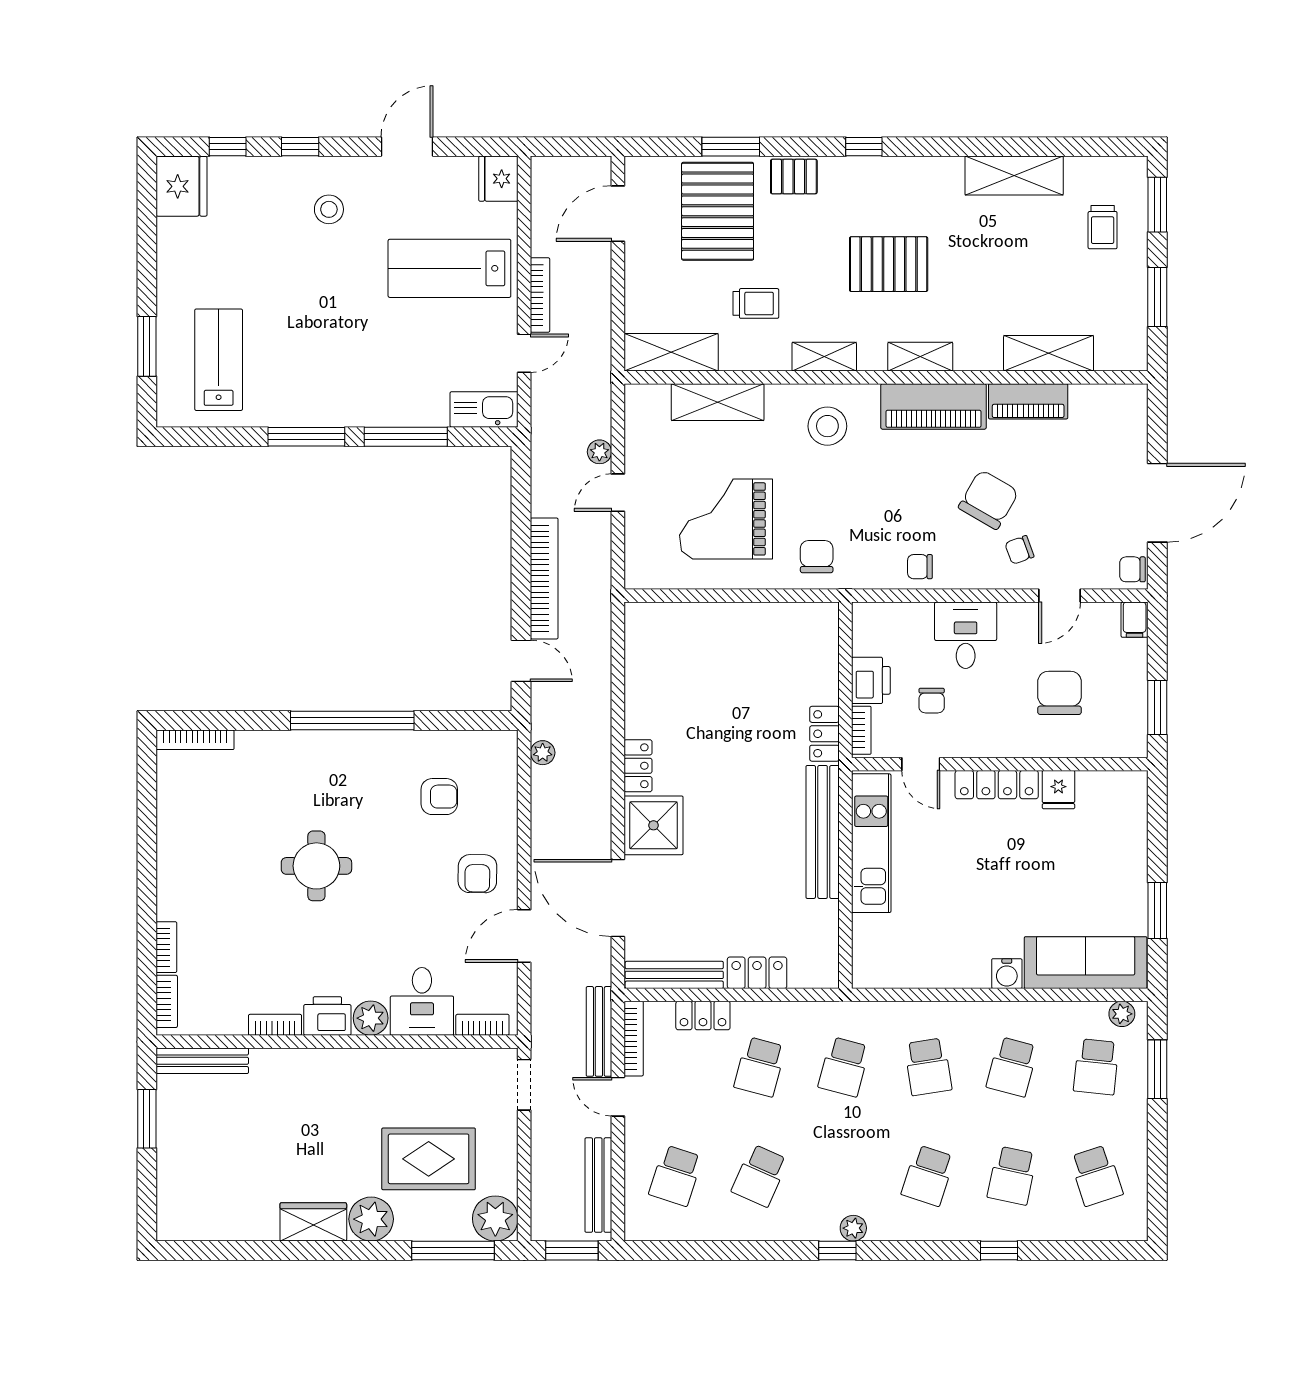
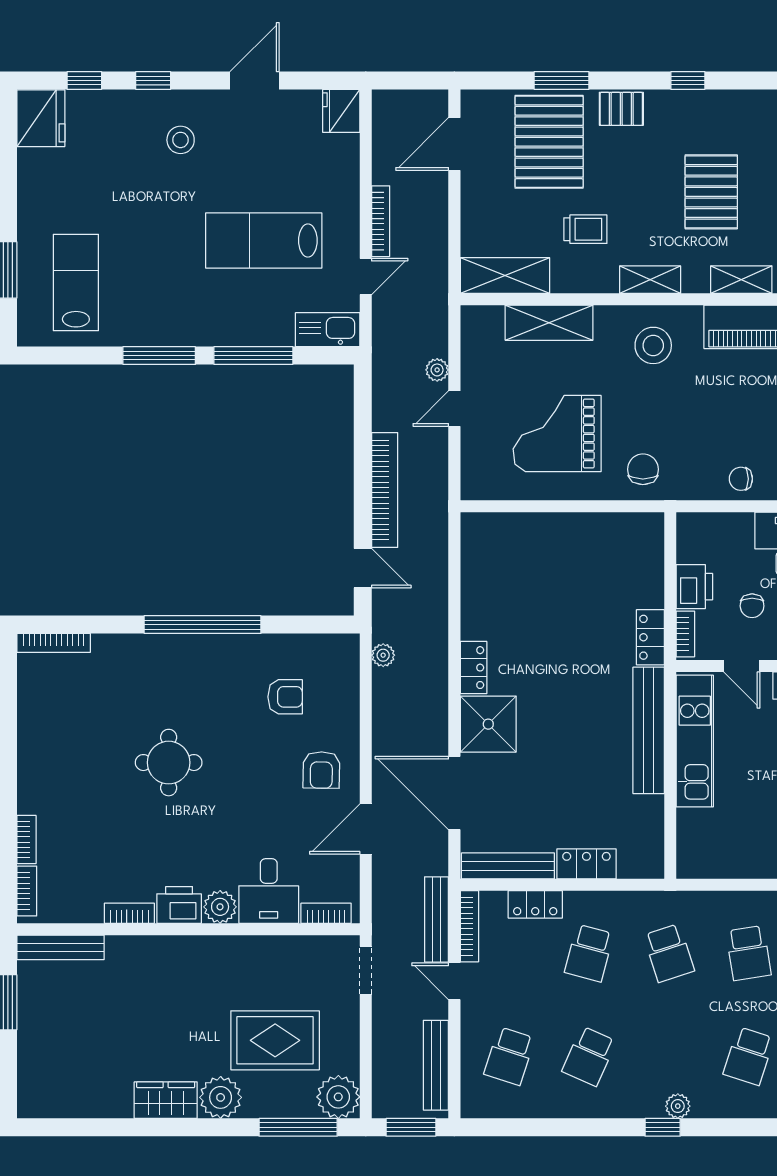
pallet: (889, 264) -> (711, 192), turned 90
lab bench: (449, 268) -> (264, 241), moved
school desk: (844, 1067) -> (669, 953), turned -33

